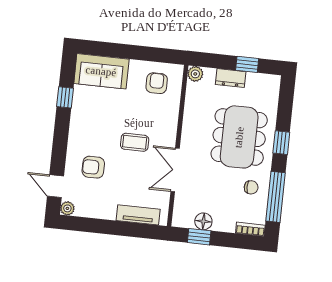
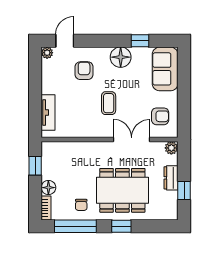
floor lamp: (82, 122) -> (121, 57), added
double door: (175, 170) -> (132, 140), moved
floor lamp: (203, 221) -> (48, 188), moved

